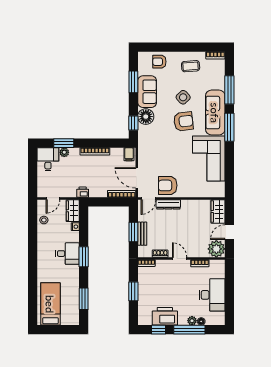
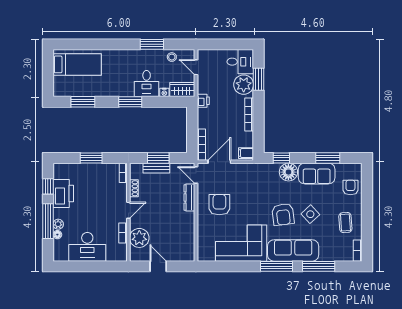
plant: (64, 152) -> (244, 85), width x1.88, depth x1.88
armchair: (168, 185) -> (219, 205), moved
wardrobe: (218, 212) -> (181, 254), removed
window: (33, 238) -> (152, 44), added
plant: (216, 249) -> (139, 238), moved
desk: (67, 254) -> (147, 84), moved

